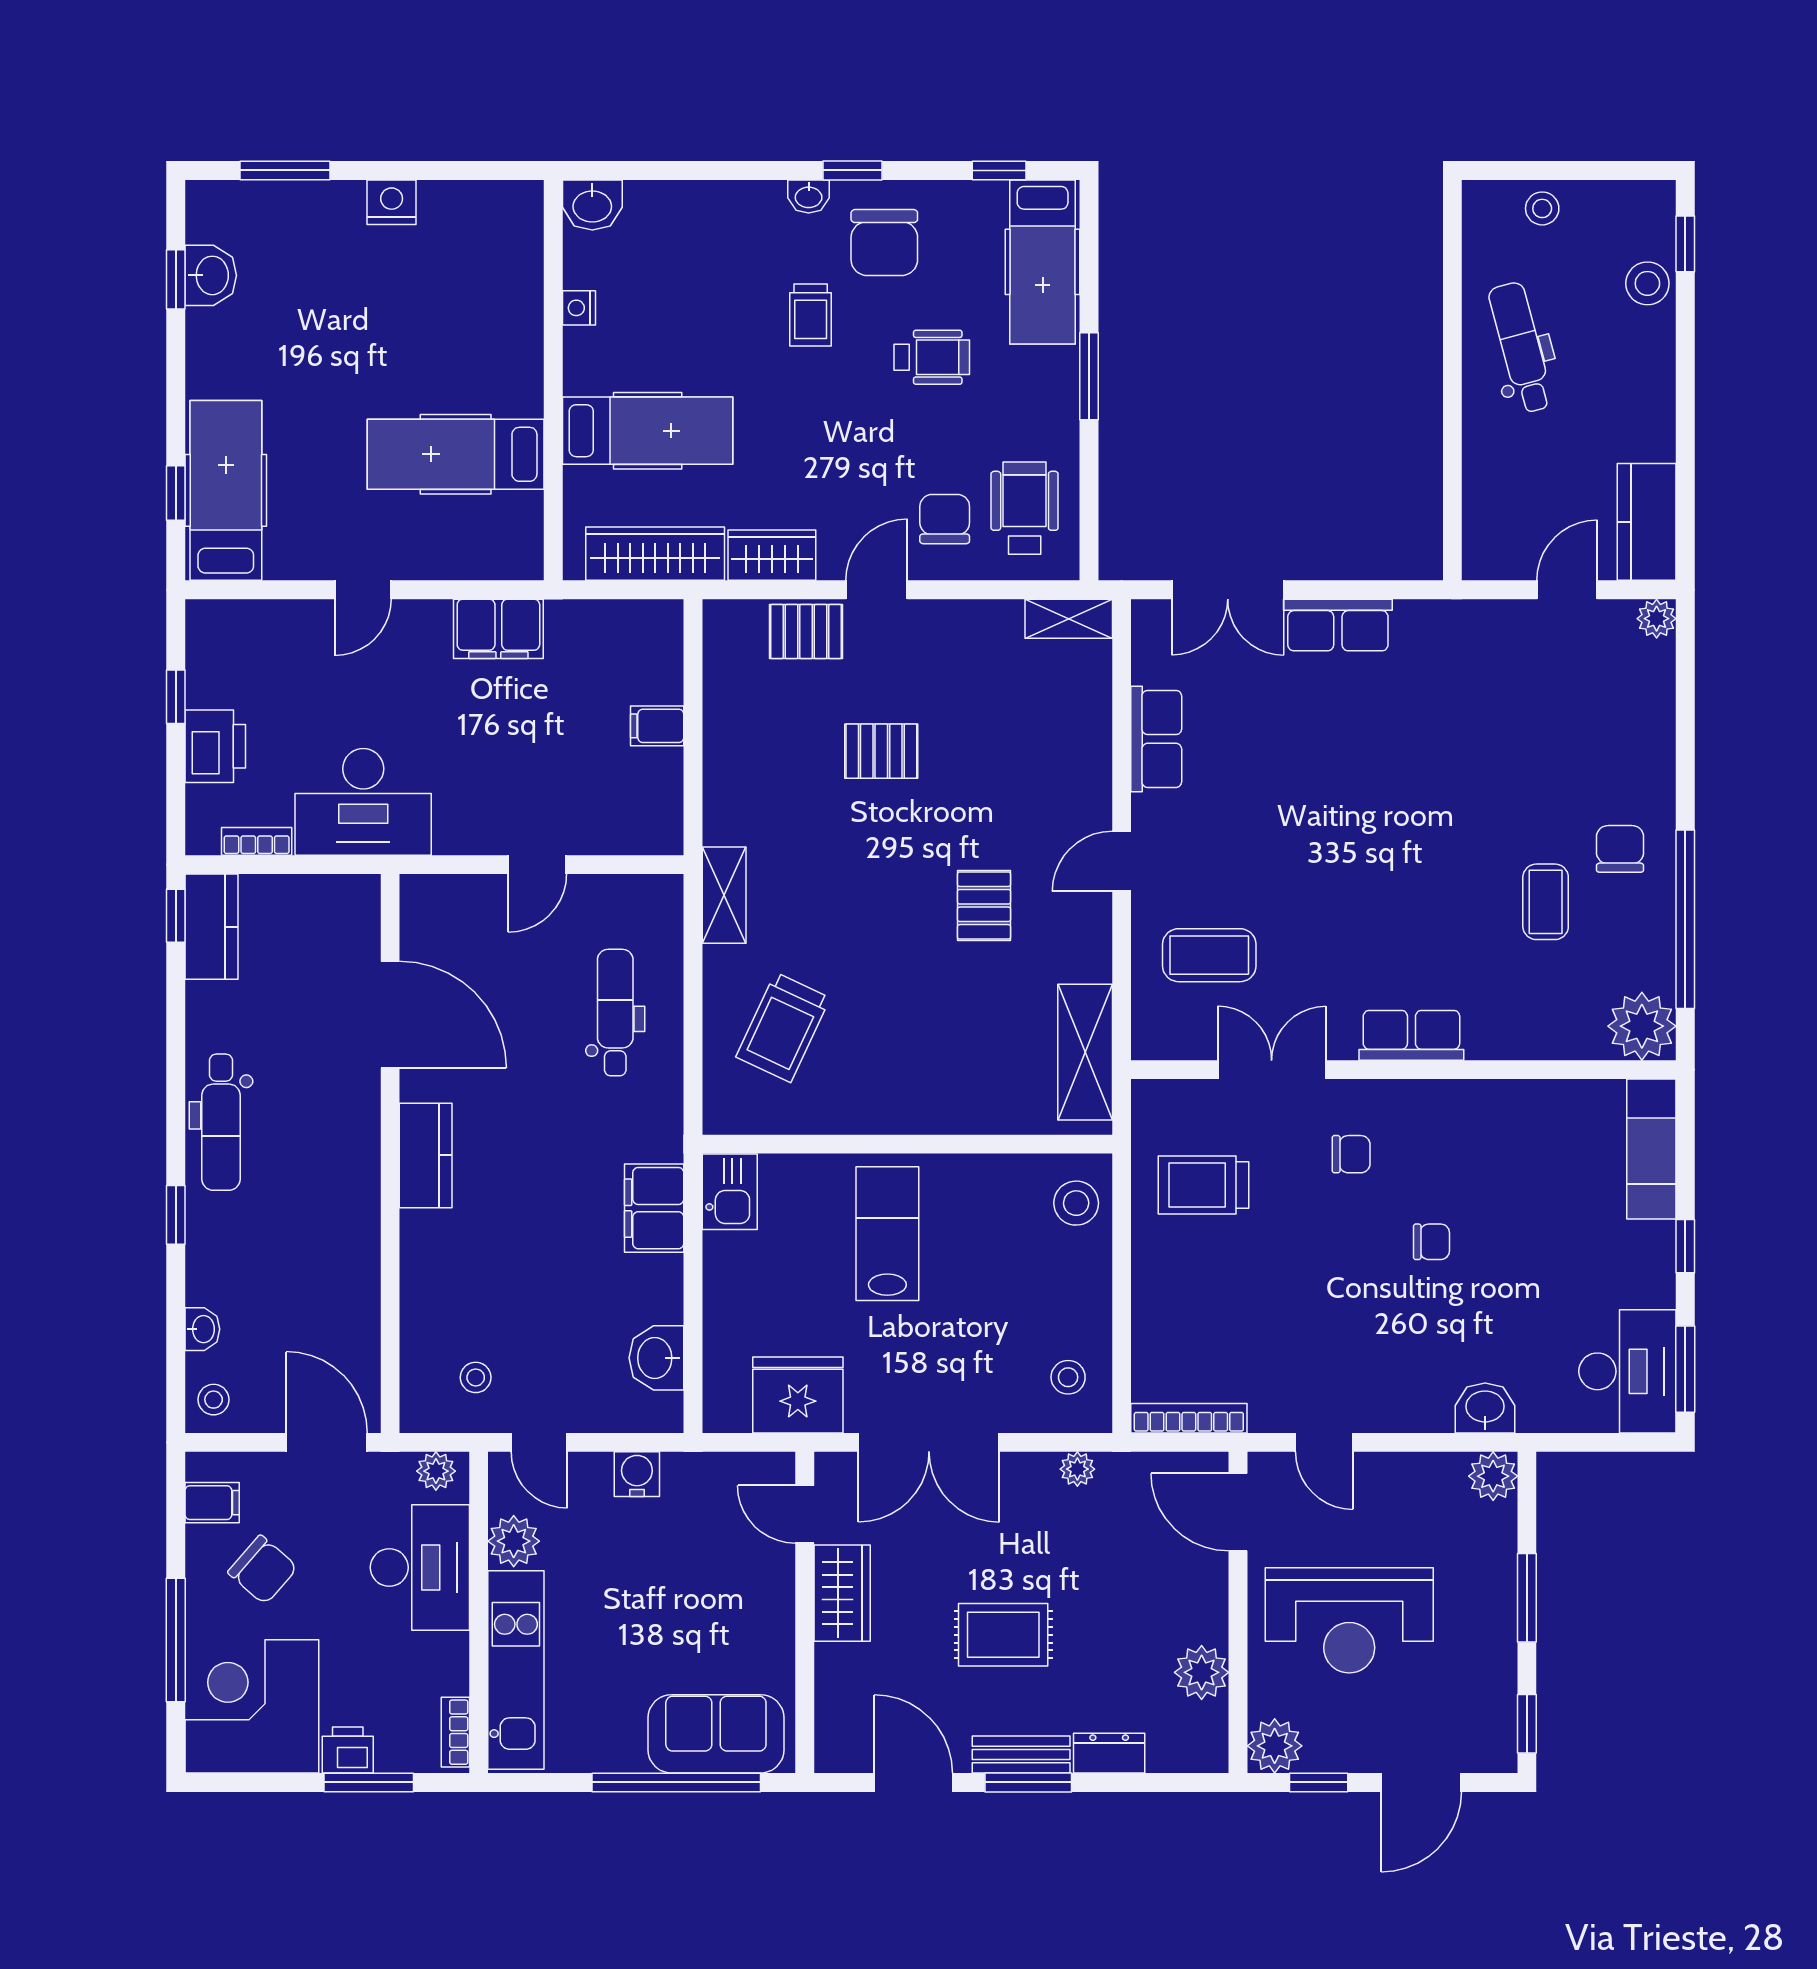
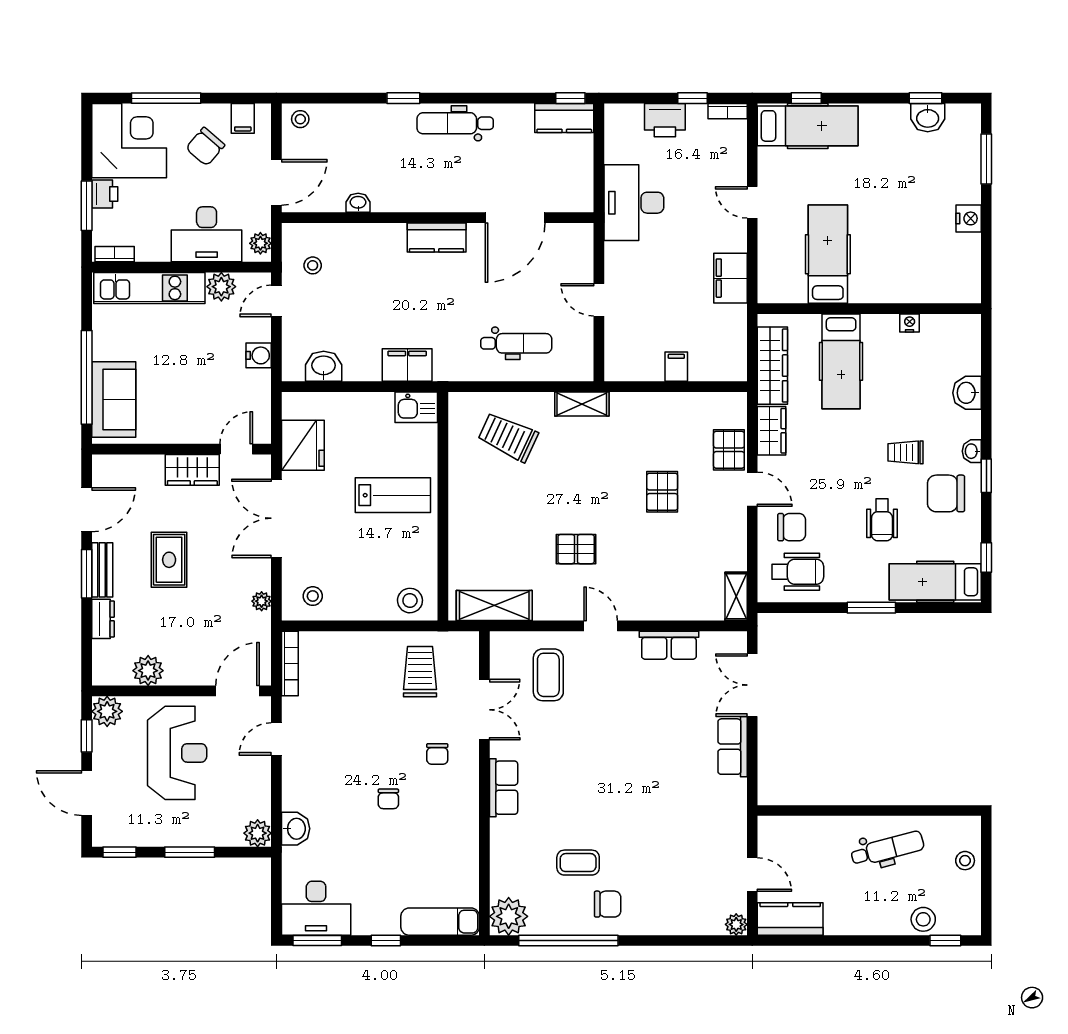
washbasin: (592, 205) -> (967, 393), moved
bookcase: (257, 841) -> (728, 111), moved, turned 90
washbasin: (202, 1329) -> (358, 203), moved, turned 180
reception desk: (1349, 1620) -> (177, 753), turned 180

